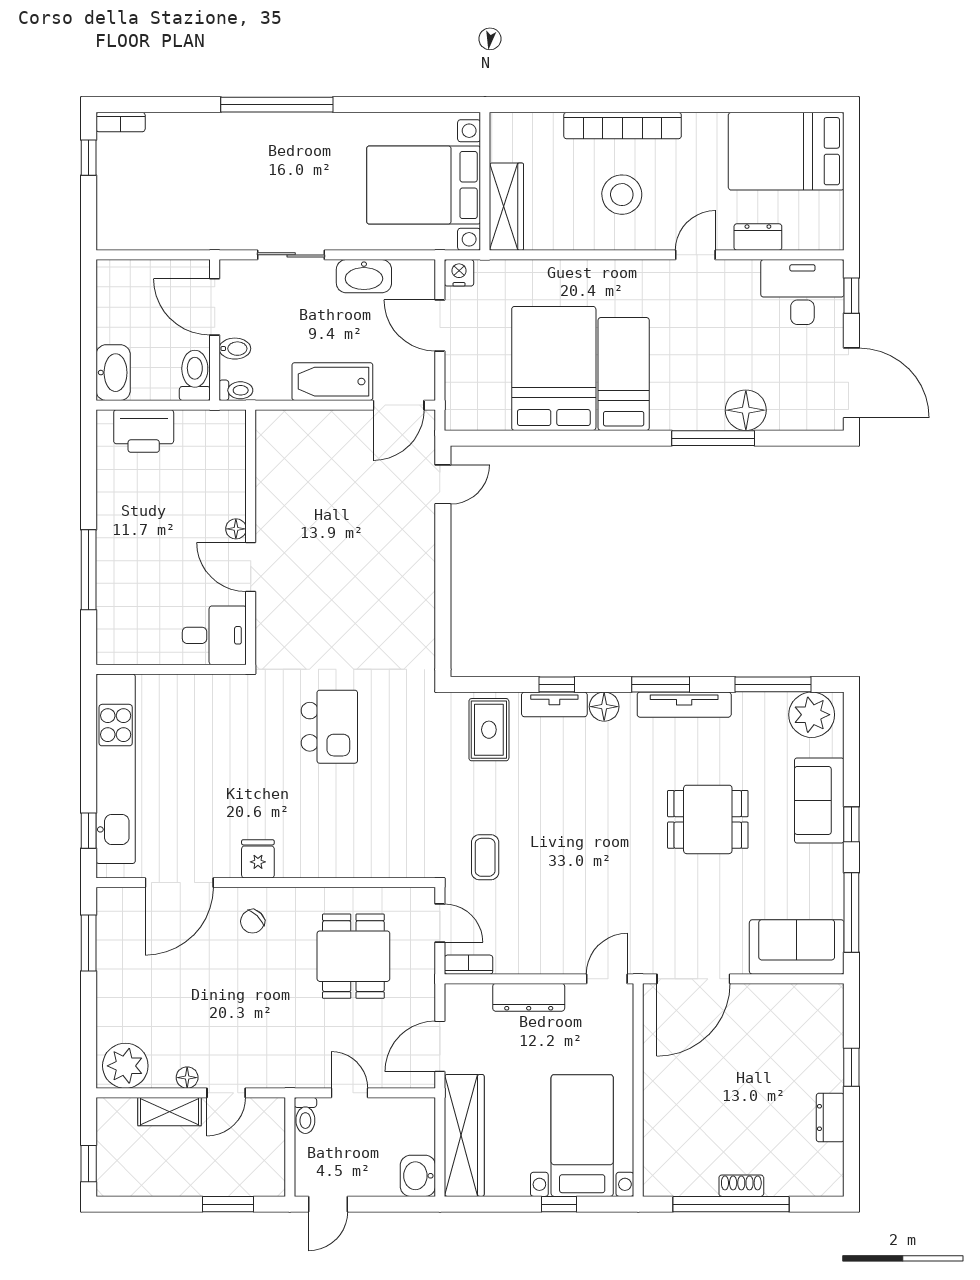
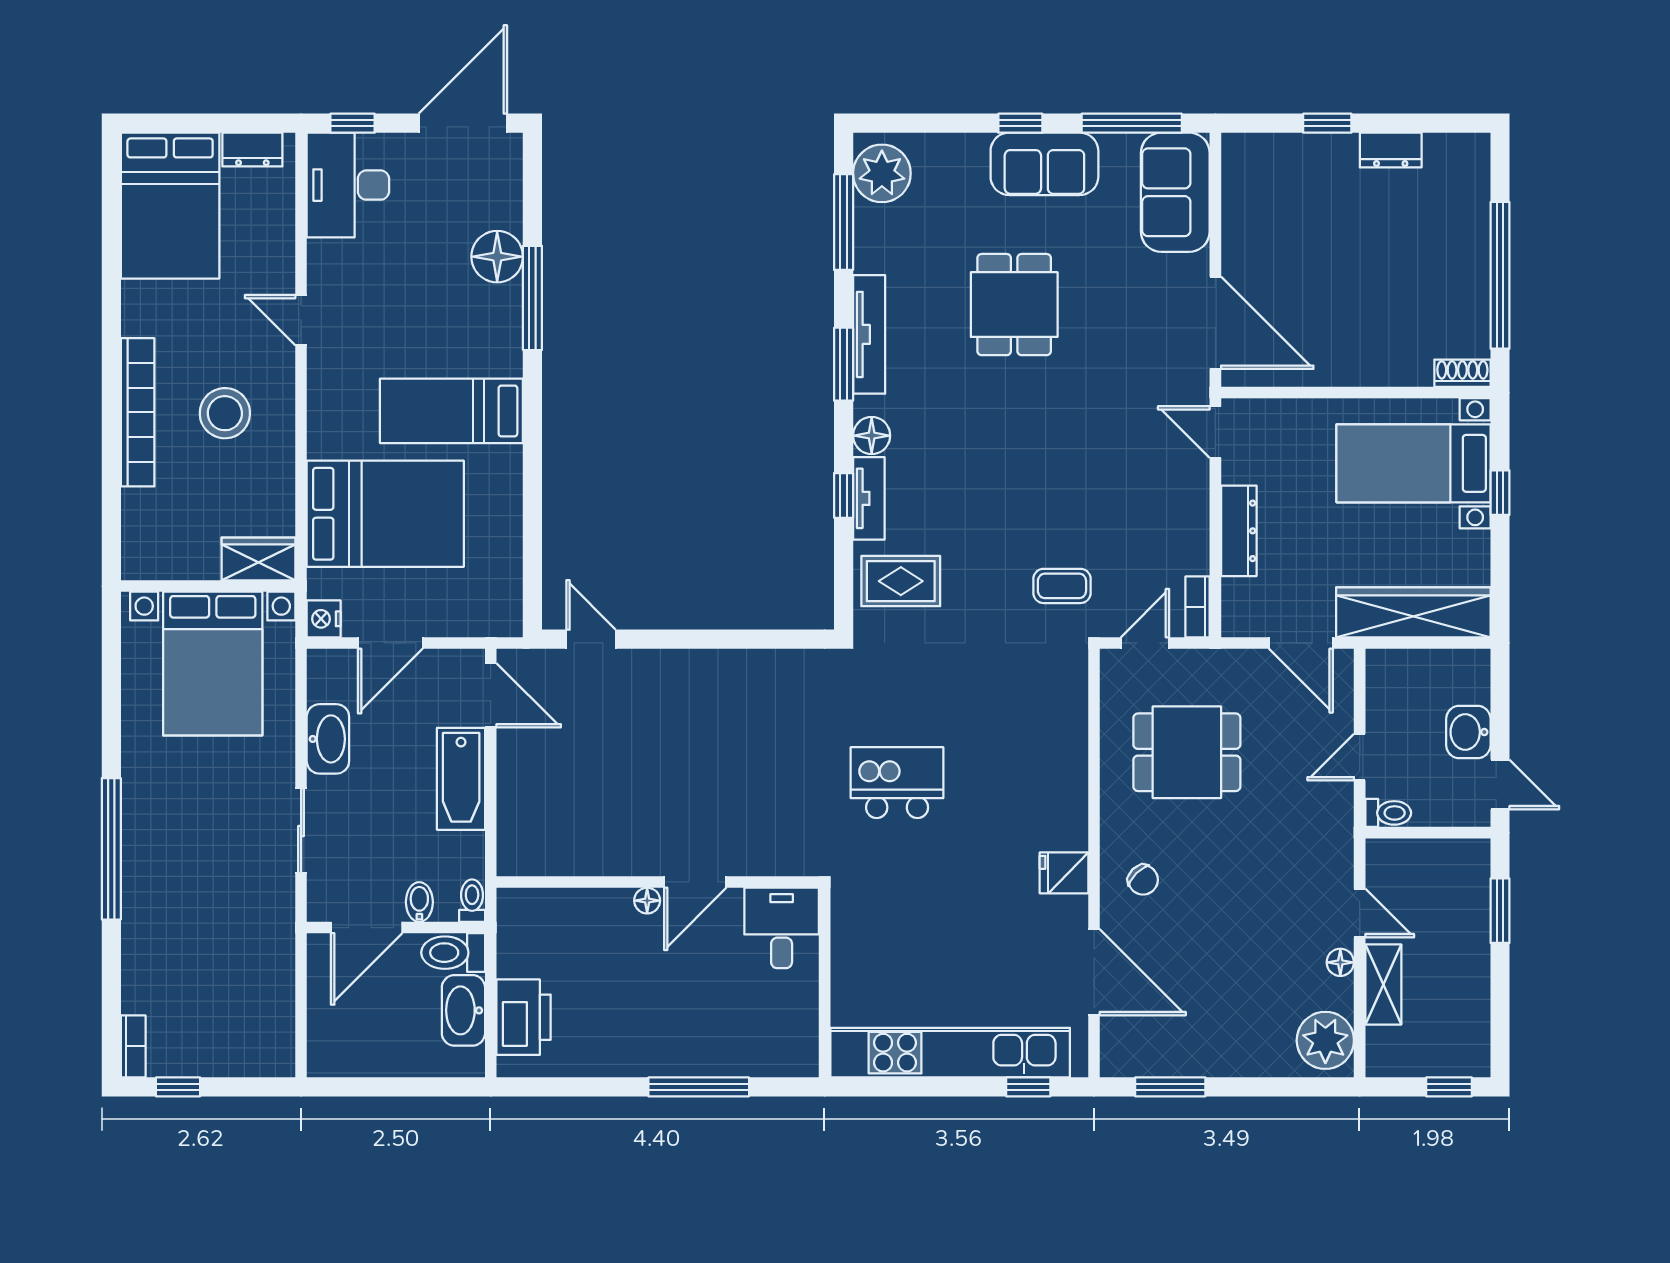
wardrobe: (506, 207) -> (258, 559), width x0.67
dresser: (758, 237) -> (252, 150), moved, turned -90
bed: (554, 368) -> (385, 514), moved, turned 180
washbasin: (113, 373) -> (463, 1010), moved, turned -90
sofa: (819, 800) -> (1044, 164), moved
washbasin: (418, 1176) -> (1468, 732), moved, turned 90
shoe rack: (741, 1186) -> (1462, 373), moved, turned 90

